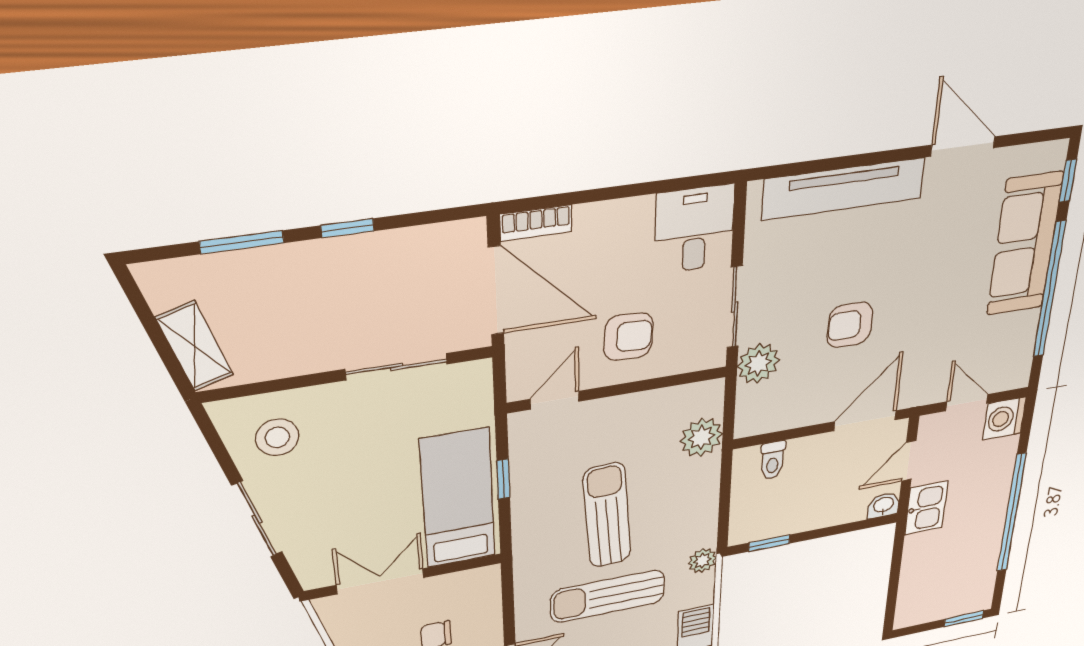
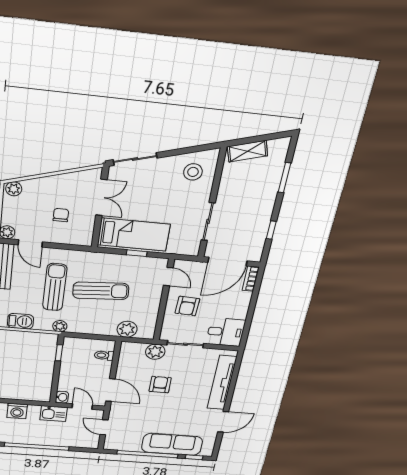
window: (347, 228) -> (271, 230), moved
door: (967, 403) -> (104, 427), swing flipped
washing machine: (1004, 418) -> (17, 411), moved, turned 180
sliding door: (257, 519) -> (135, 159), moved

